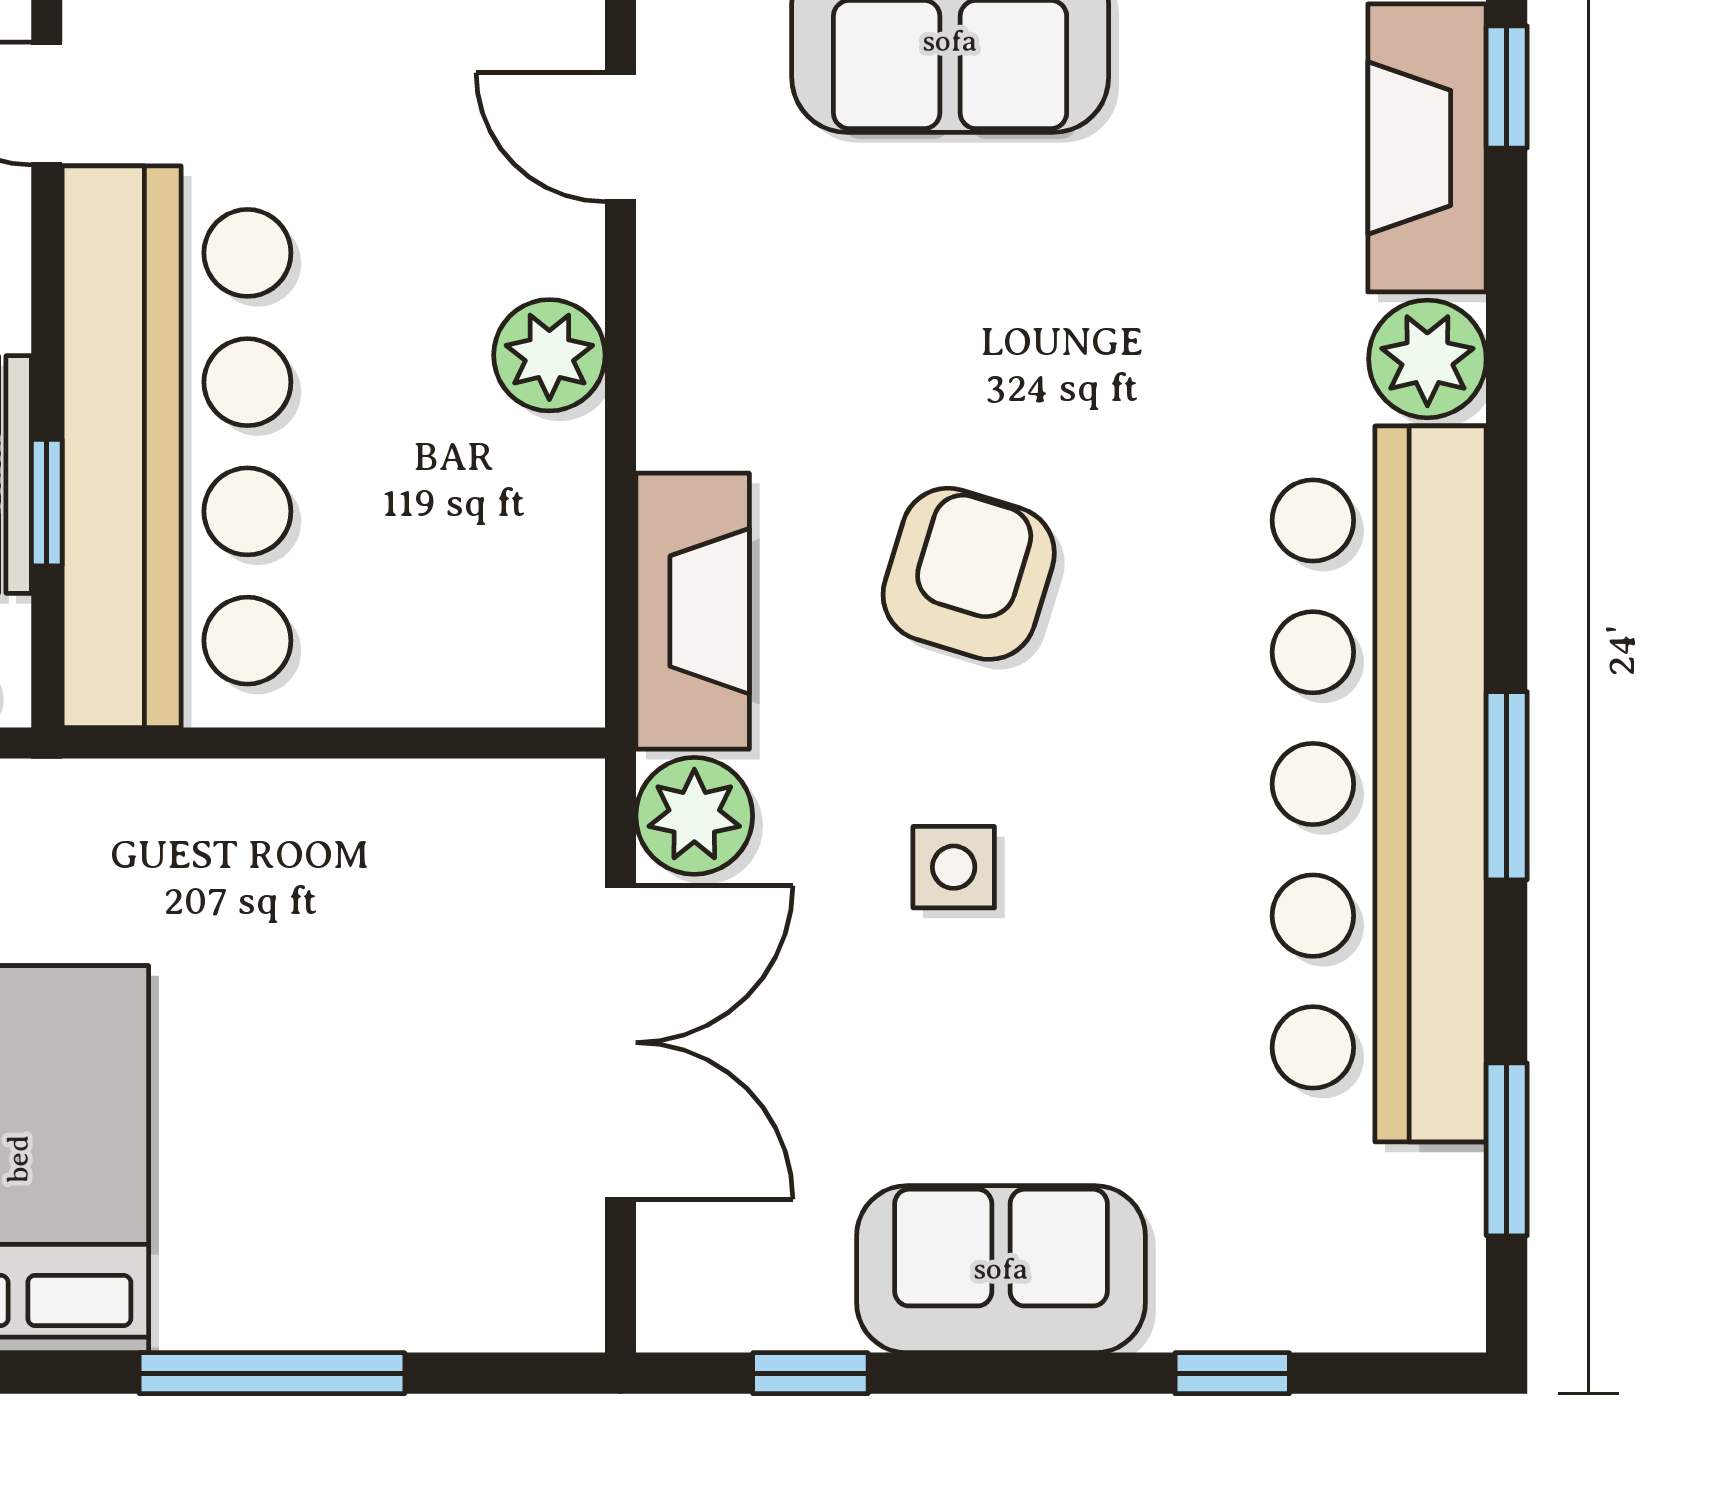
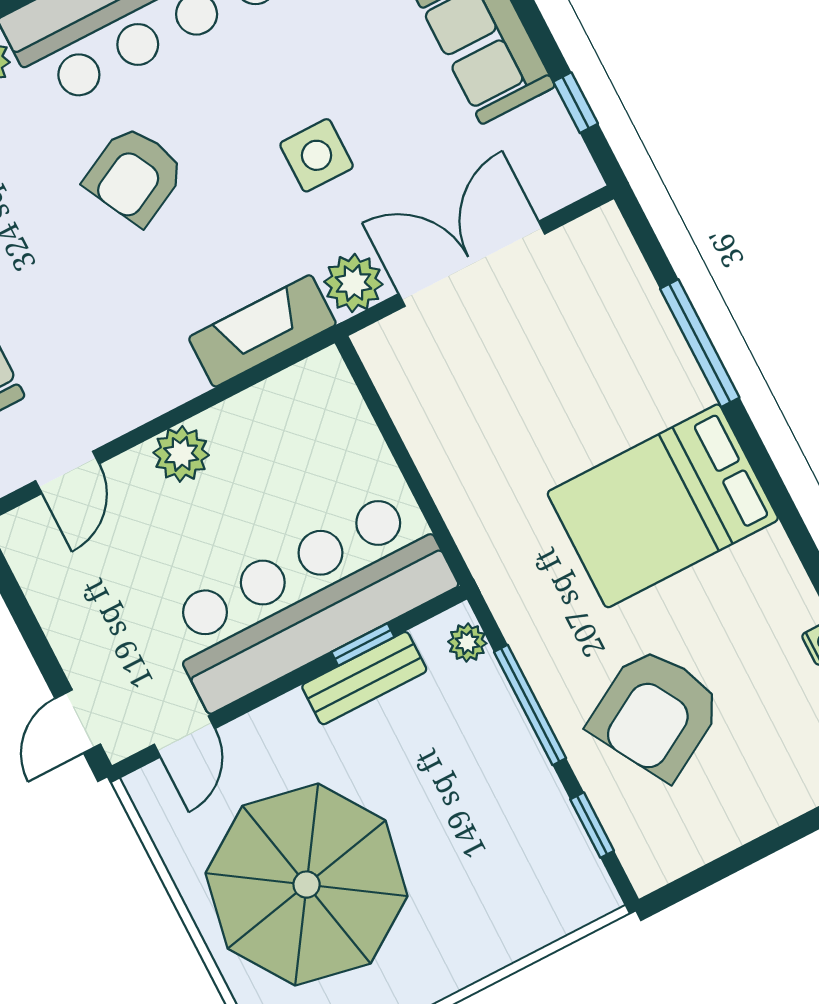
armchair: (969, 574) -> (135, 175), moved, turned -44
side table: (954, 867) -> (317, 155), width x1.37, depth x1.37

